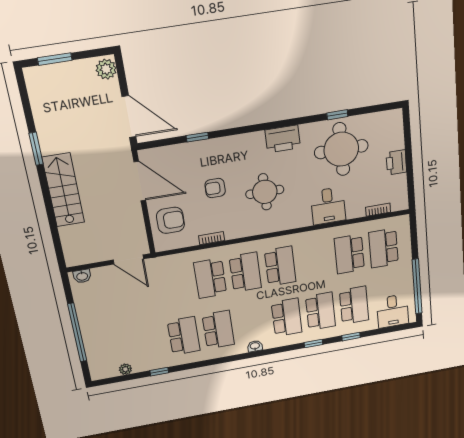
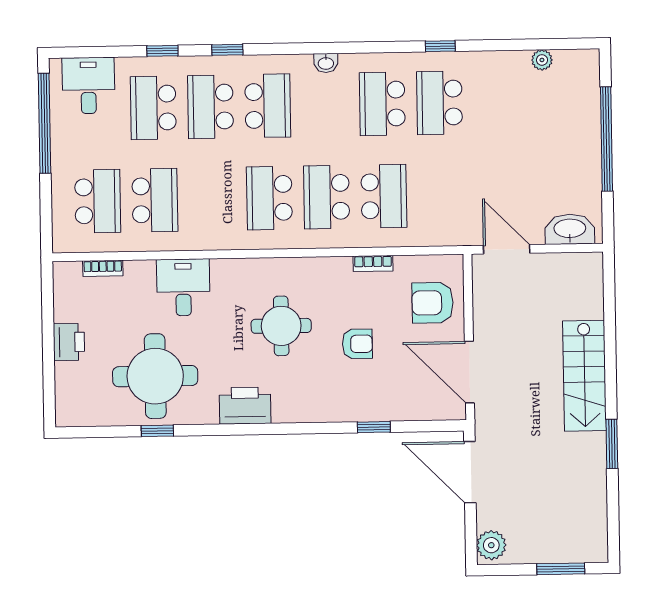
washbasin: (82, 276) -> (570, 229), width x1.91, depth x1.45
school desk: (287, 317) -> (268, 106), turned 180
window: (159, 372) -> (440, 46), moved

